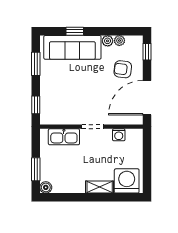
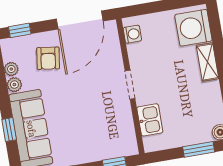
door: (147, 98) -> (80, 20), hinge flipped
washing machine: (119, 135) -> (132, 34), moved
kitchen sink: (64, 137) -> (150, 120), width x0.73

